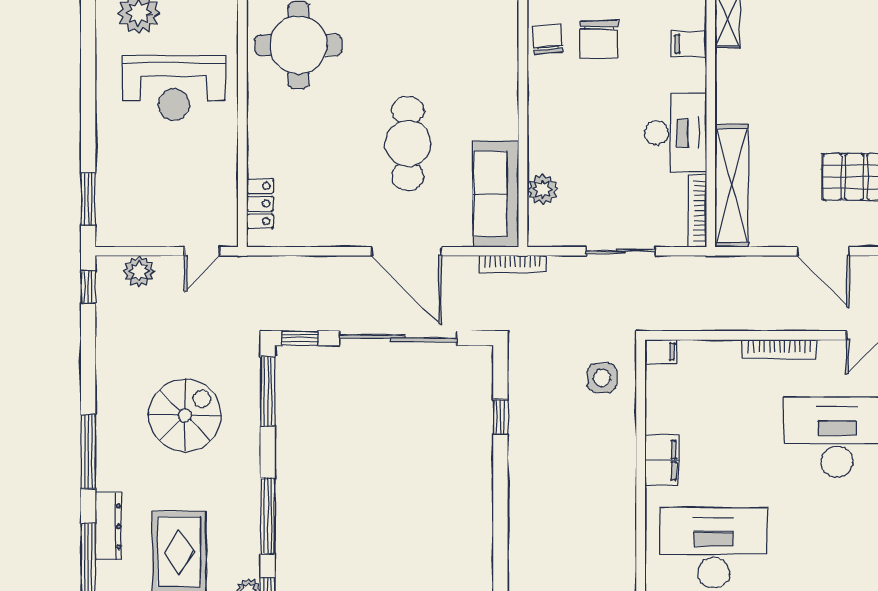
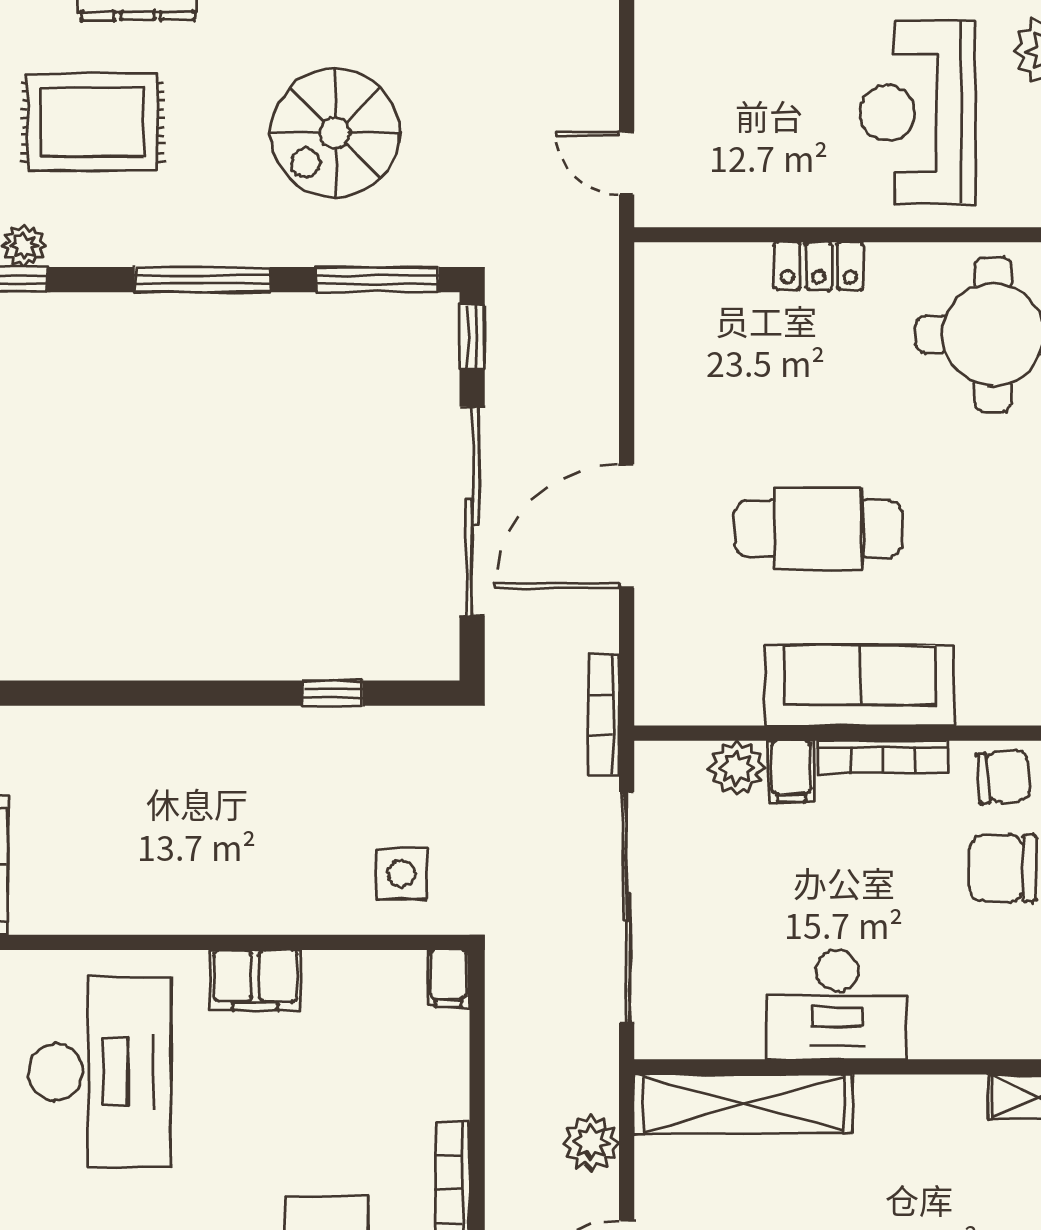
filing cabinet: (689, 44) -> (791, 771), moved, turned 180
sofa: (496, 194) -> (860, 685), moved
locker: (260, 204) -> (819, 266), moved
bookcase: (697, 211) -> (883, 757), moved, turned 180
sliding door: (621, 251) -> (627, 907), width x1.86
plant: (139, 271) -> (591, 1142), moved
spiral stairs: (185, 415) -> (335, 133), turned 90
window: (268, 516) -> (202, 280), moved

